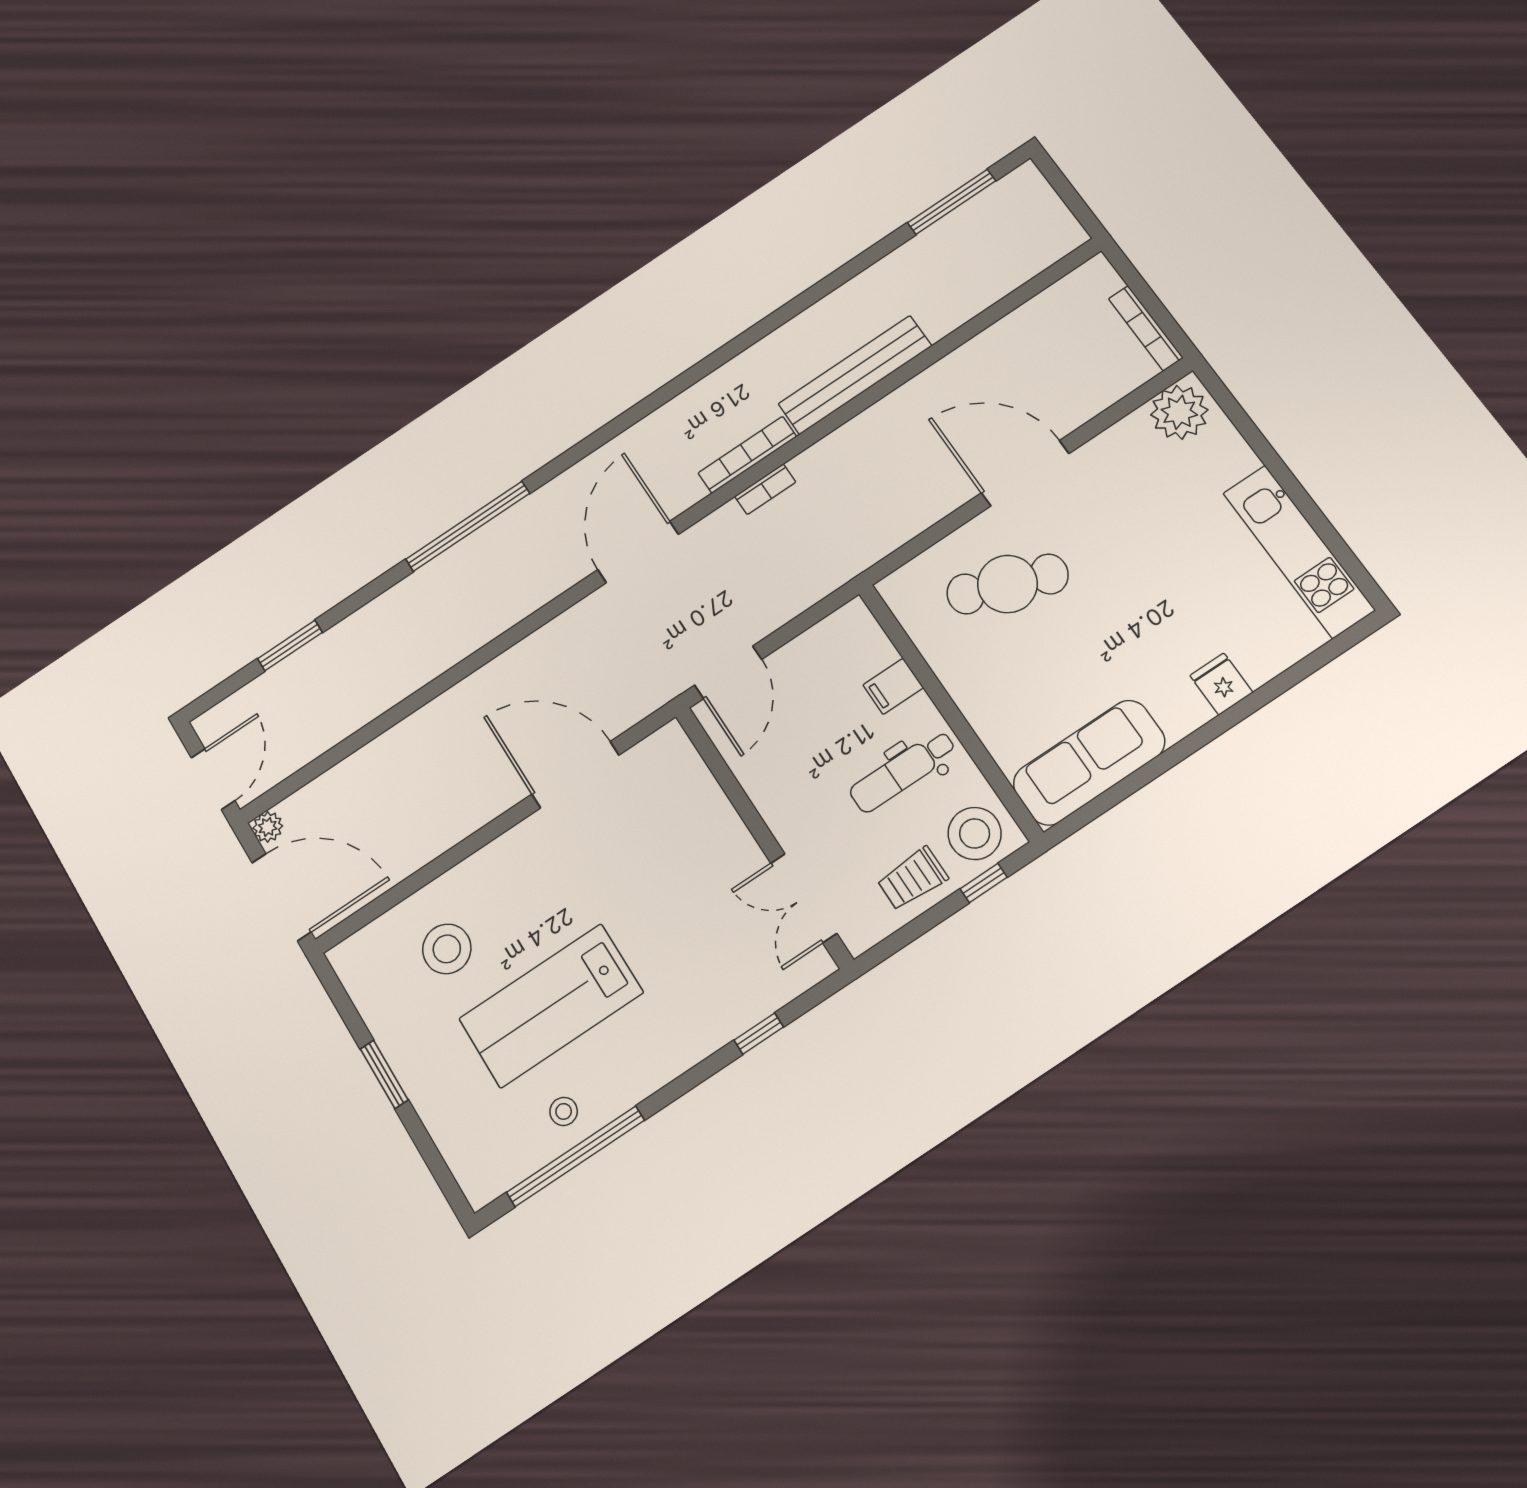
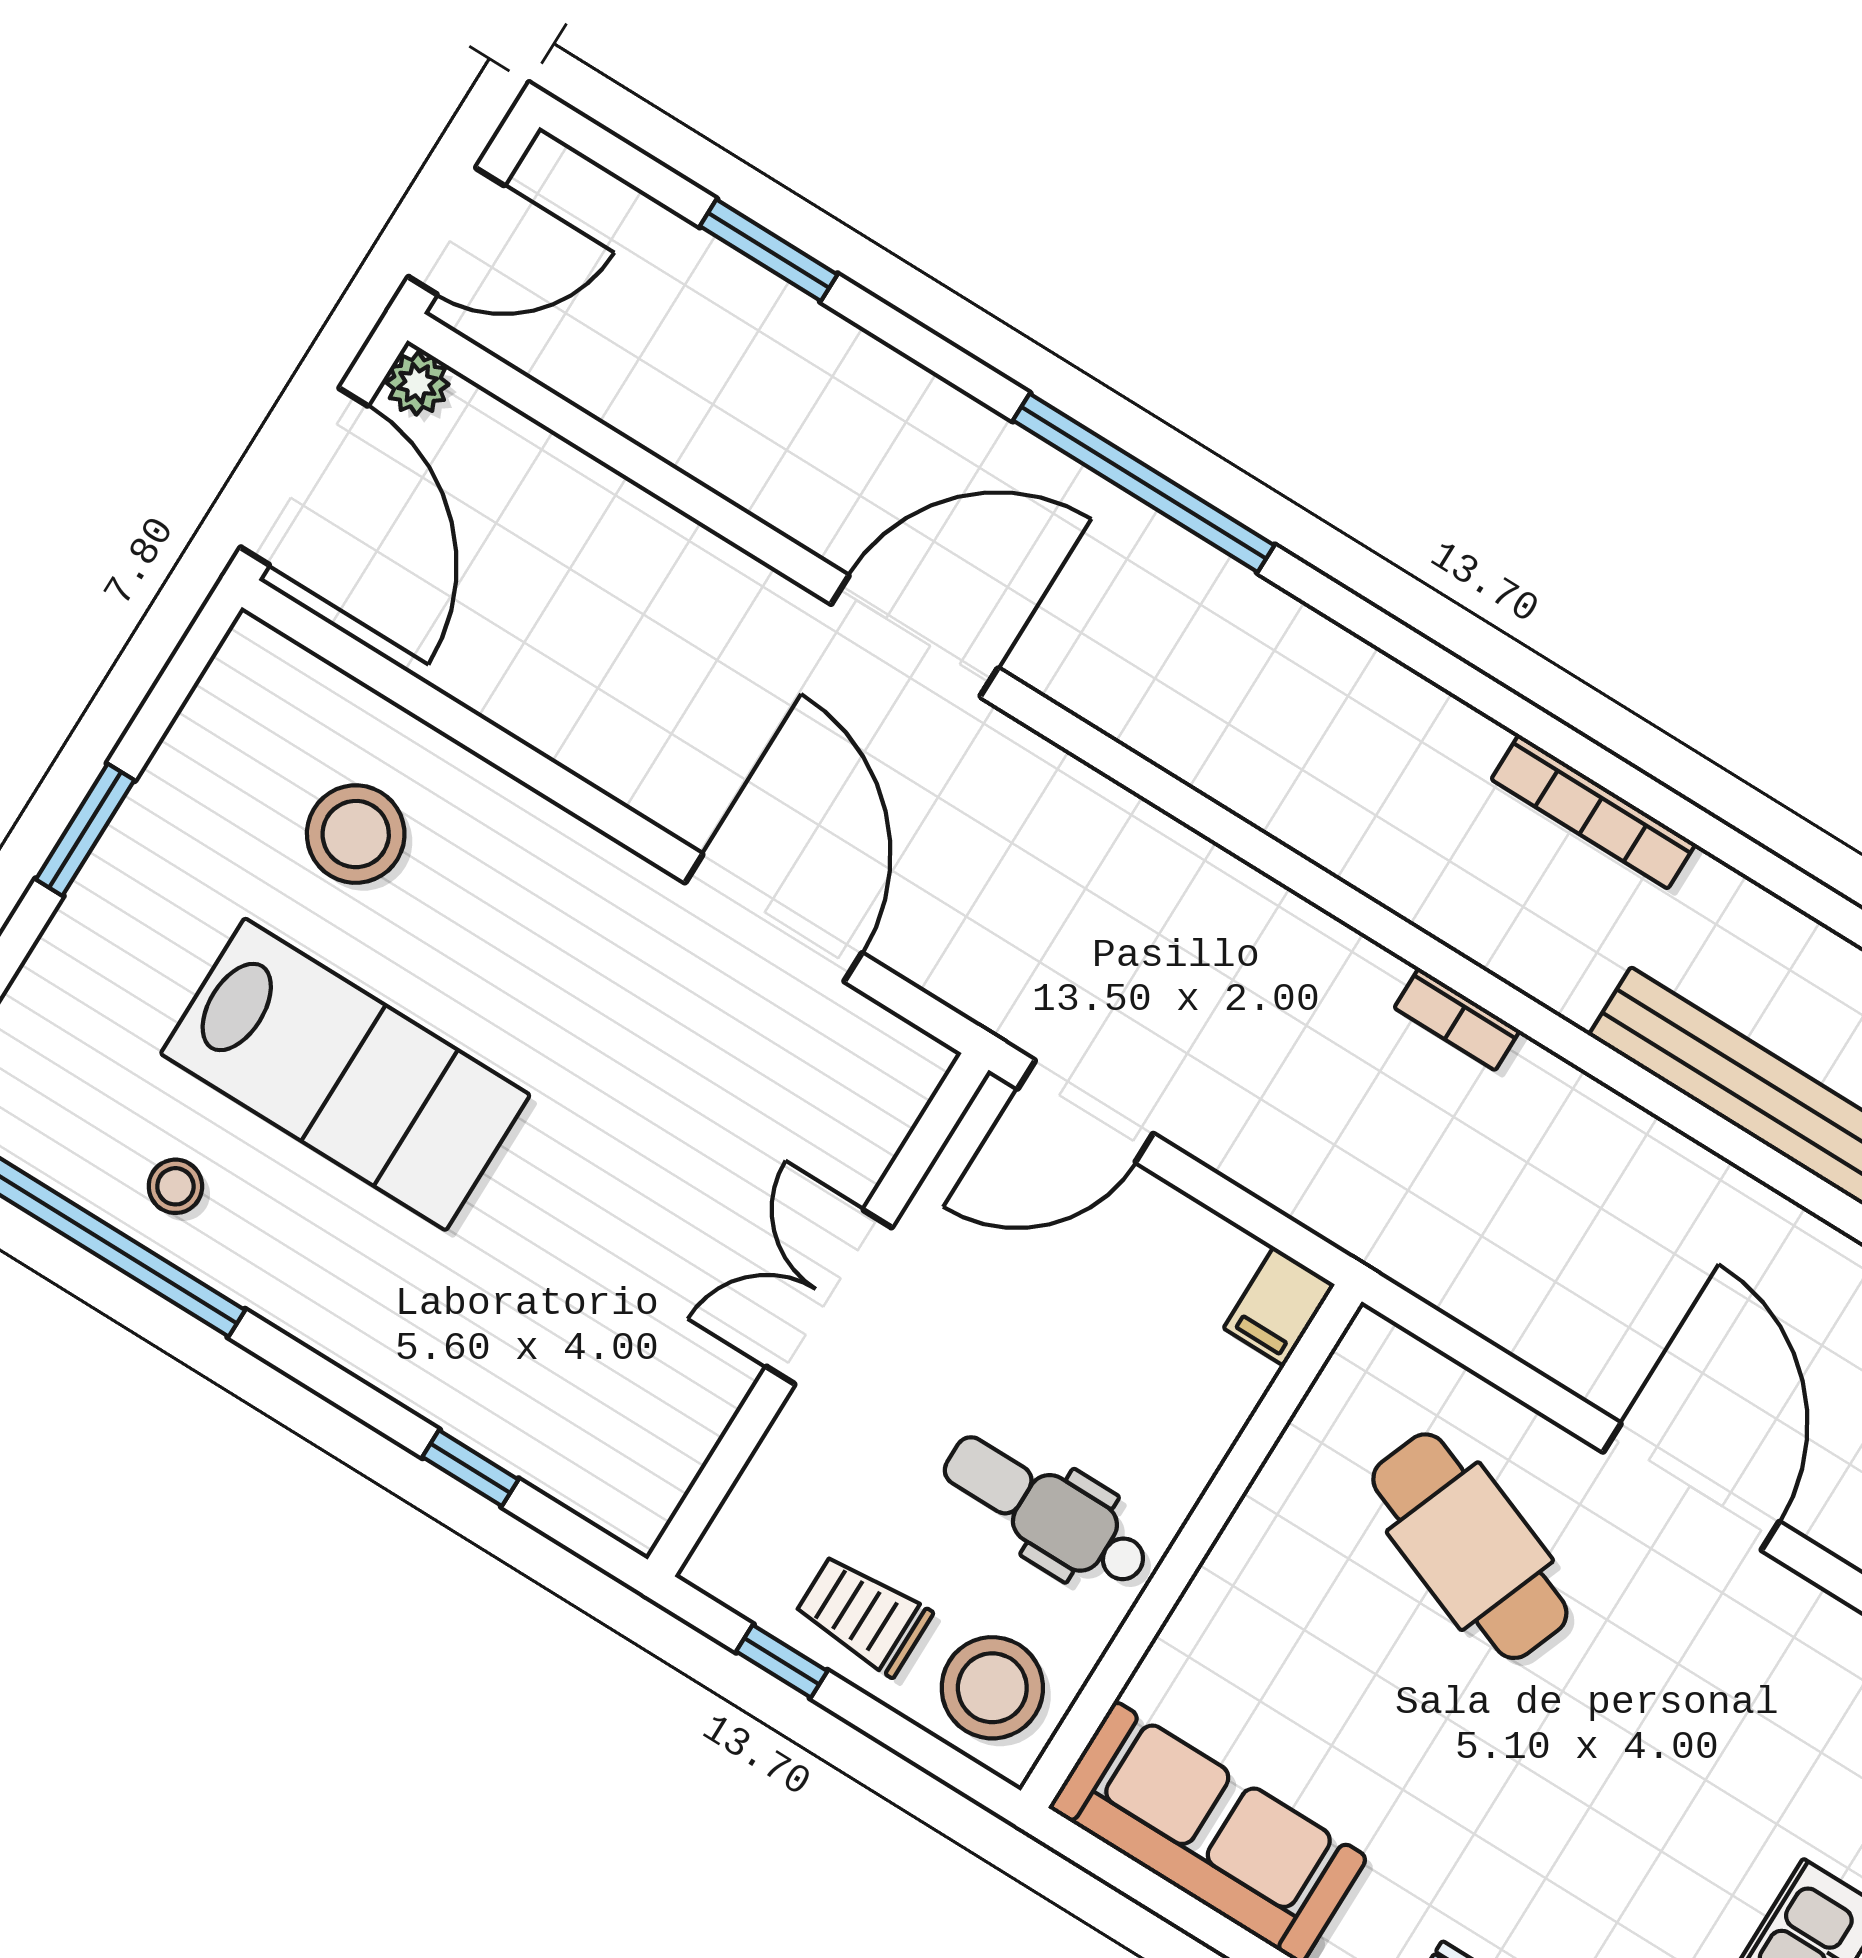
bookcase: (747, 455) -> (1593, 812), moved, turned 180
door: (638, 552) -> (914, 636), moved
filing cabinet: (893, 686) -> (1279, 1306), moved, turned -90
window: (984, 883) -> (782, 1661), moved
double door: (804, 898) -> (829, 1297), moved
lab bench: (551, 1006) -> (345, 1074), turned 180

